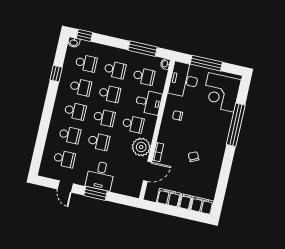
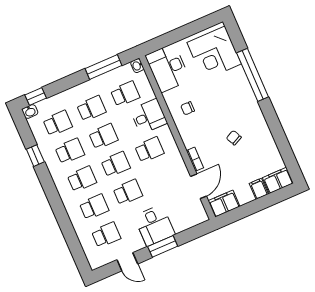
window: (206, 63) -> (178, 35), removed
plant: (141, 147) -> (174, 167), removed
filing cabinet: (169, 198) -> (224, 204), moved

